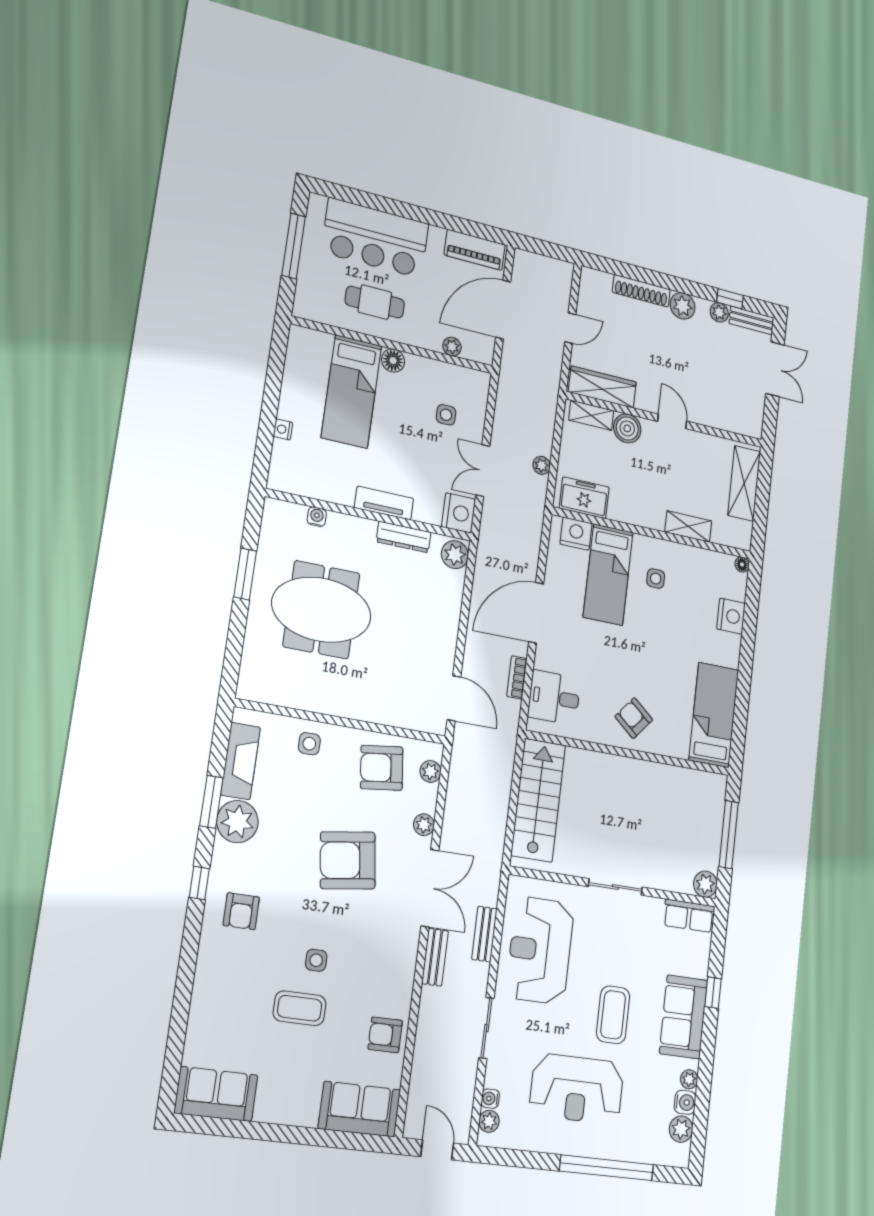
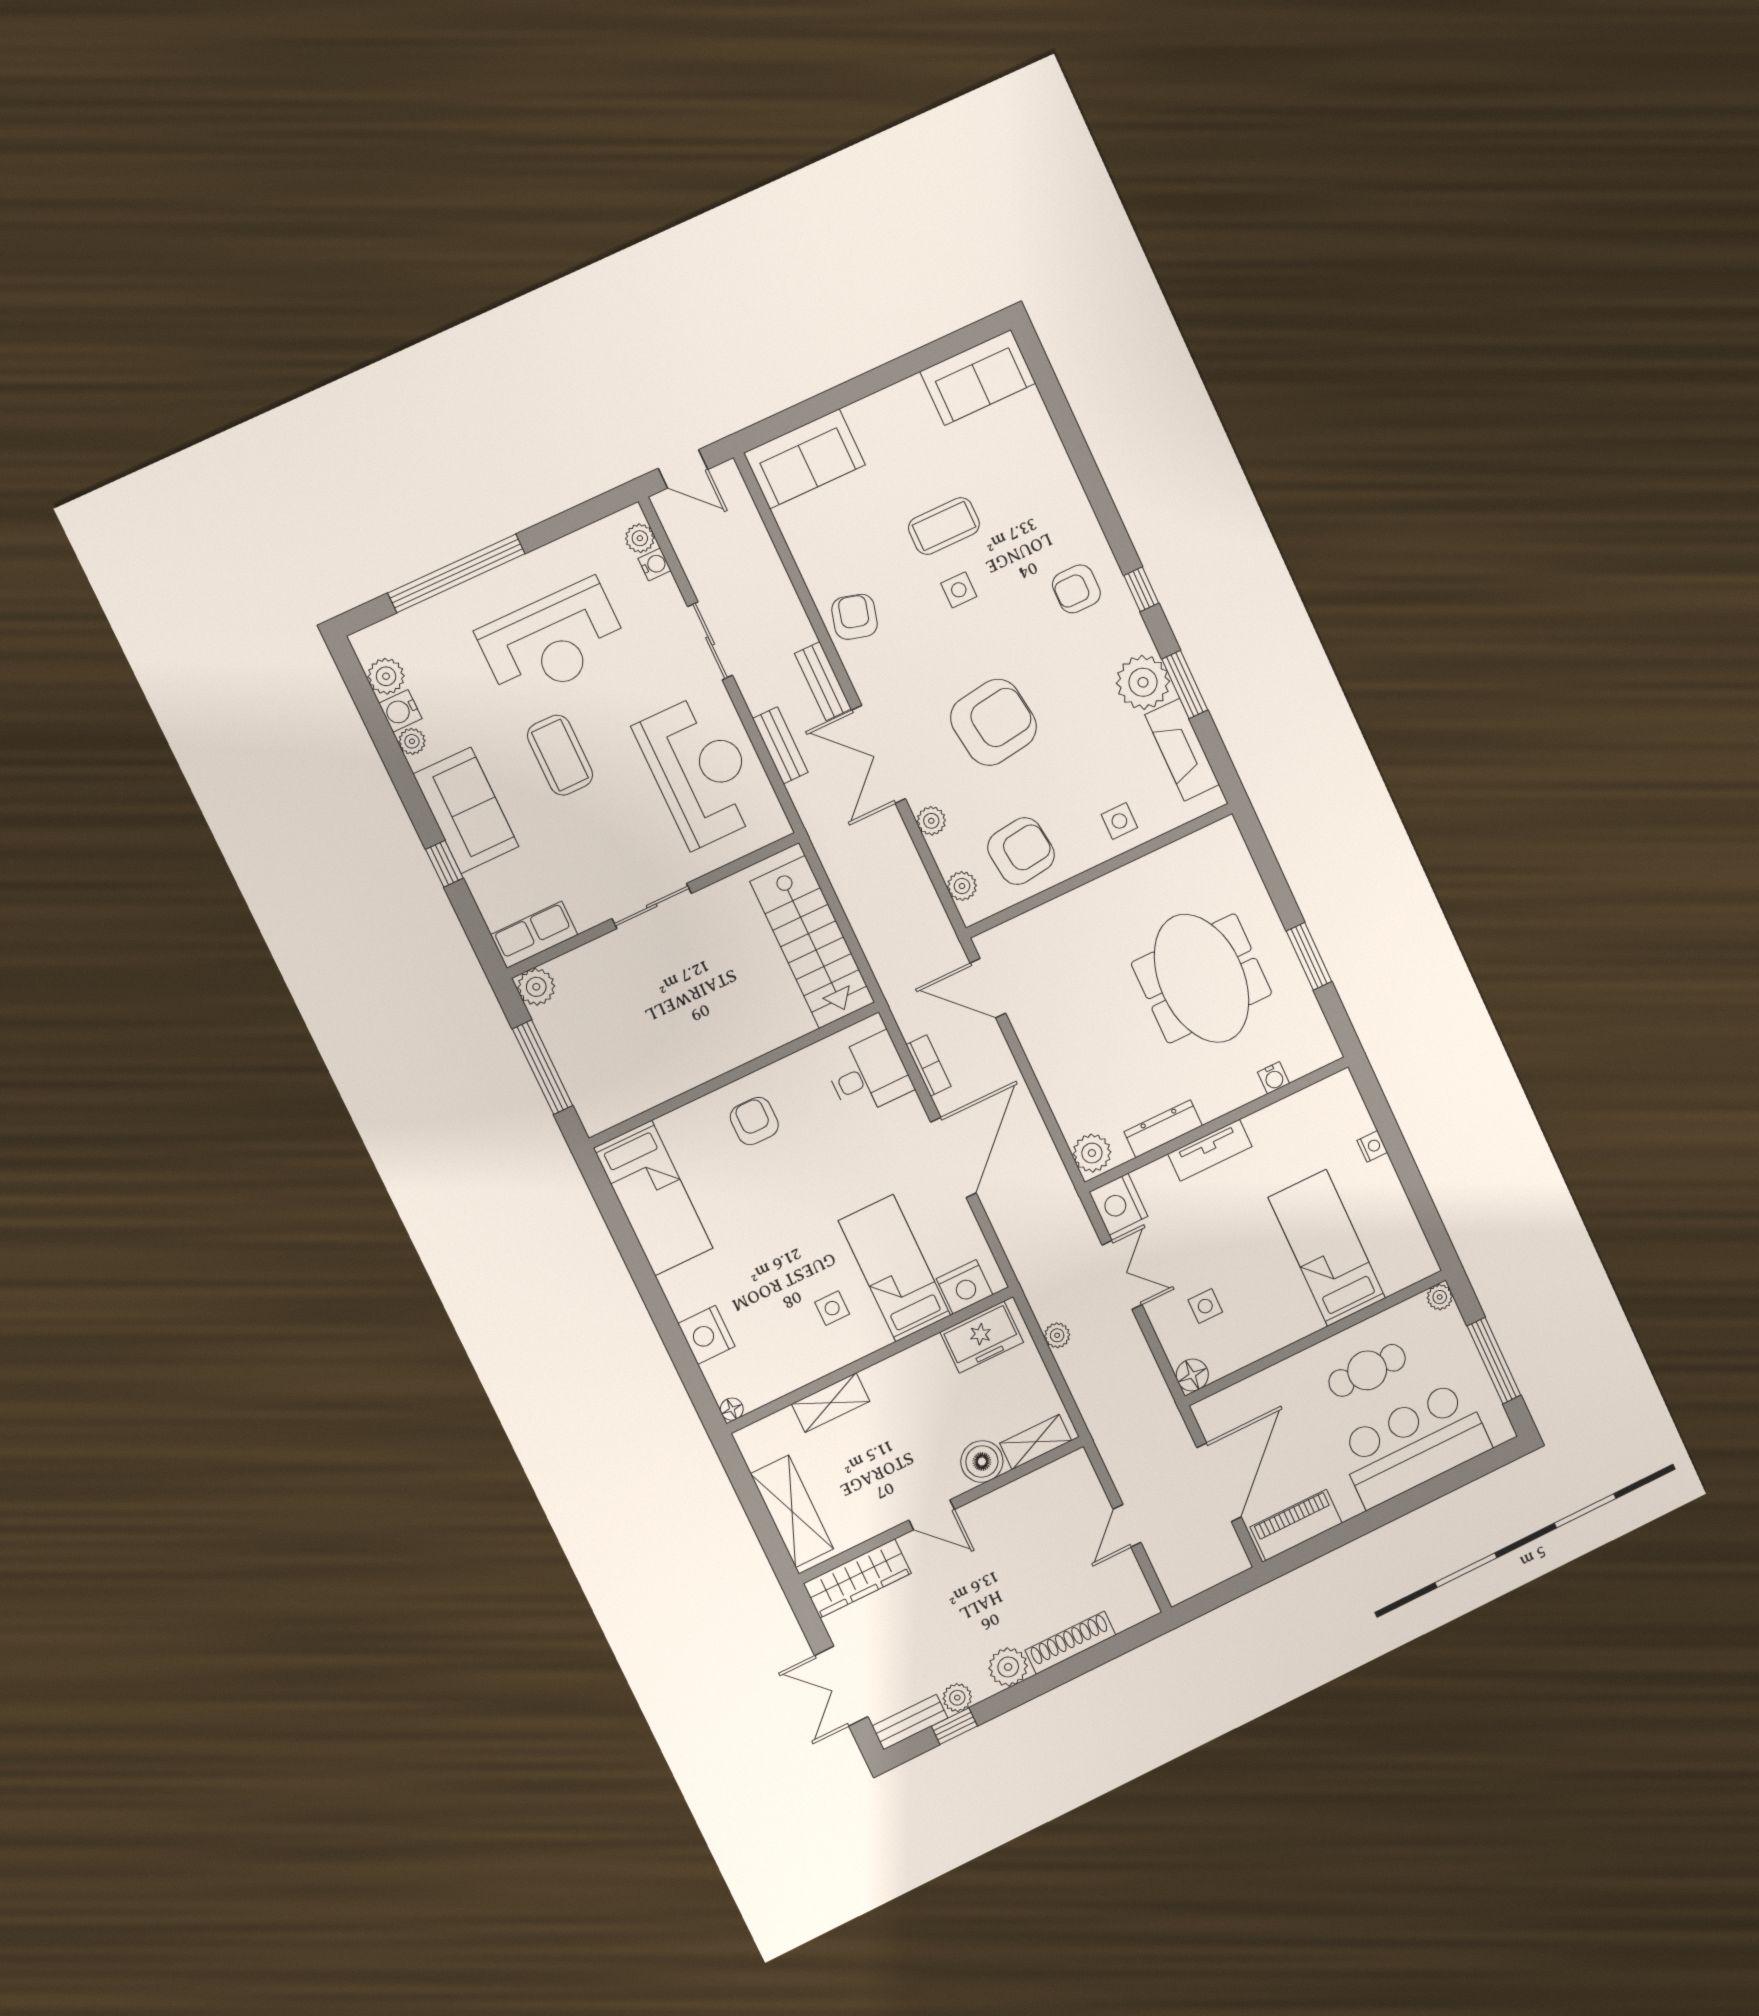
plant: (452, 347) -> (1440, 1297), moved
floor lamp: (393, 361) -> (1192, 1375), moved
wardrobe: (602, 387) -> (857, 1578), moved
meeting table: (321, 610) -> (1202, 978), turned 90
armchair: (634, 718) -> (754, 1121), turned -130
armchair: (241, 911) -> (1076, 589), turned -90
armchair: (385, 1035) -> (855, 617), moved, turned -75
reception desk: (577, 1089) -> (553, 641), turned 180

